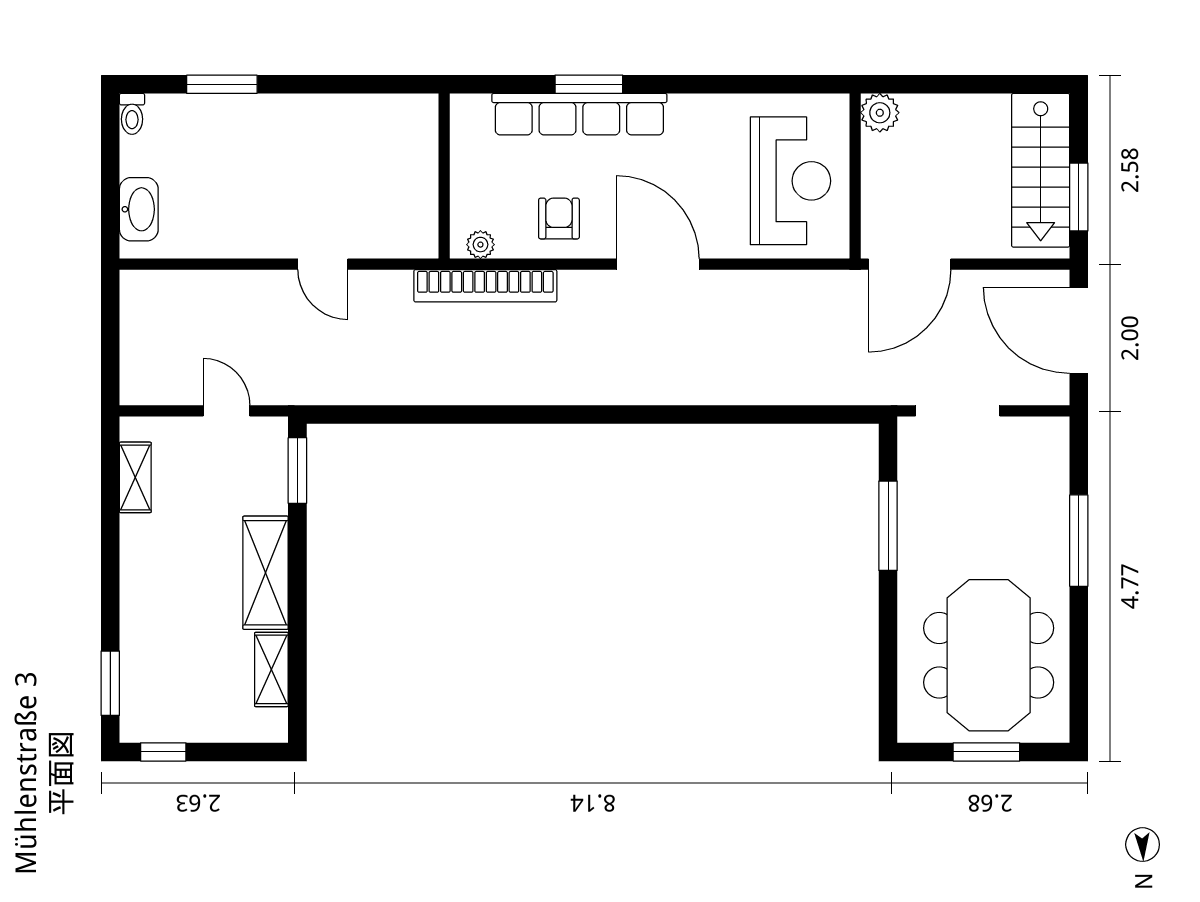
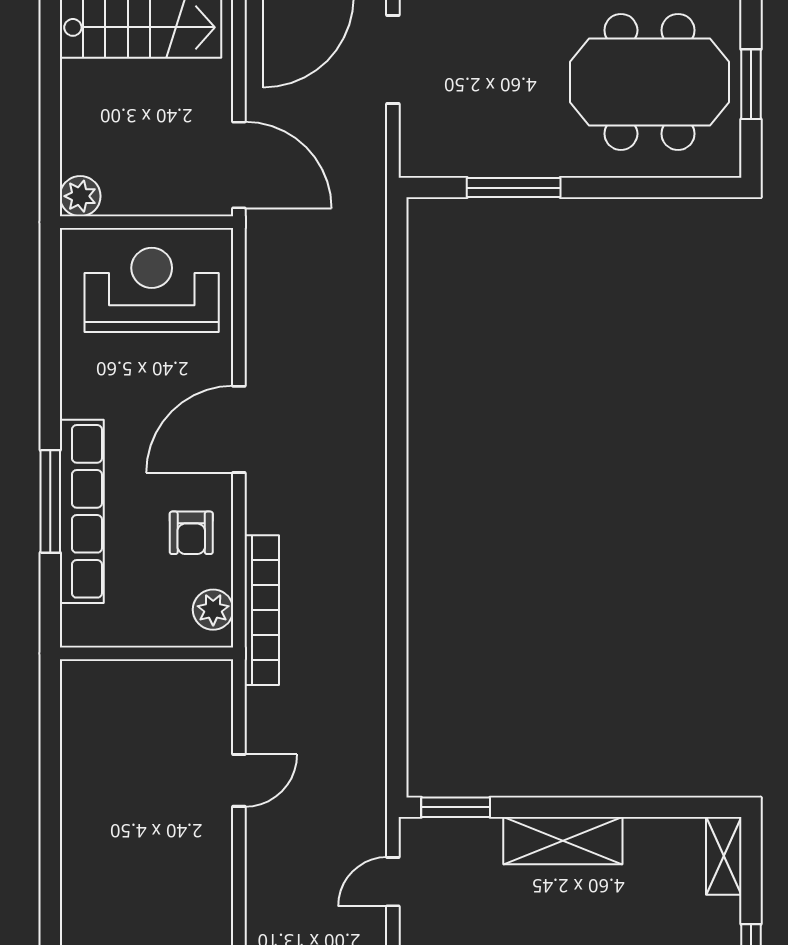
window: (222, 84) -> (50, 886), removed
window: (589, 84) -> (50, 501), width x1.44
armchair: (559, 219) -> (191, 533), turned -90
plant: (480, 245) -> (213, 610), width x1.38, depth x1.38
doorway: (958, 411) -> (393, 59), moved
shelving: (271, 669) -> (724, 856), moved, turned 90

